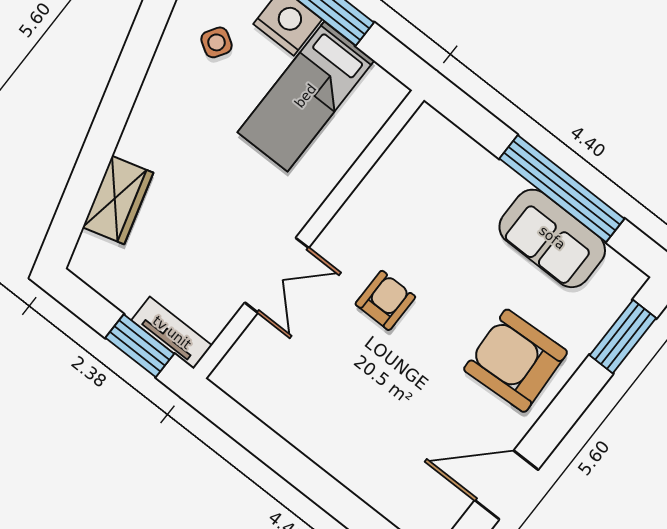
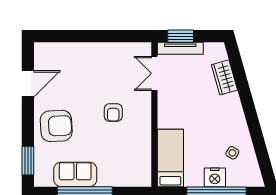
bed: (306, 96) -> (170, 158), moved
double door: (277, 275) -> (154, 73), moved
tv unit: (172, 333) -> (180, 48), width x1.41

